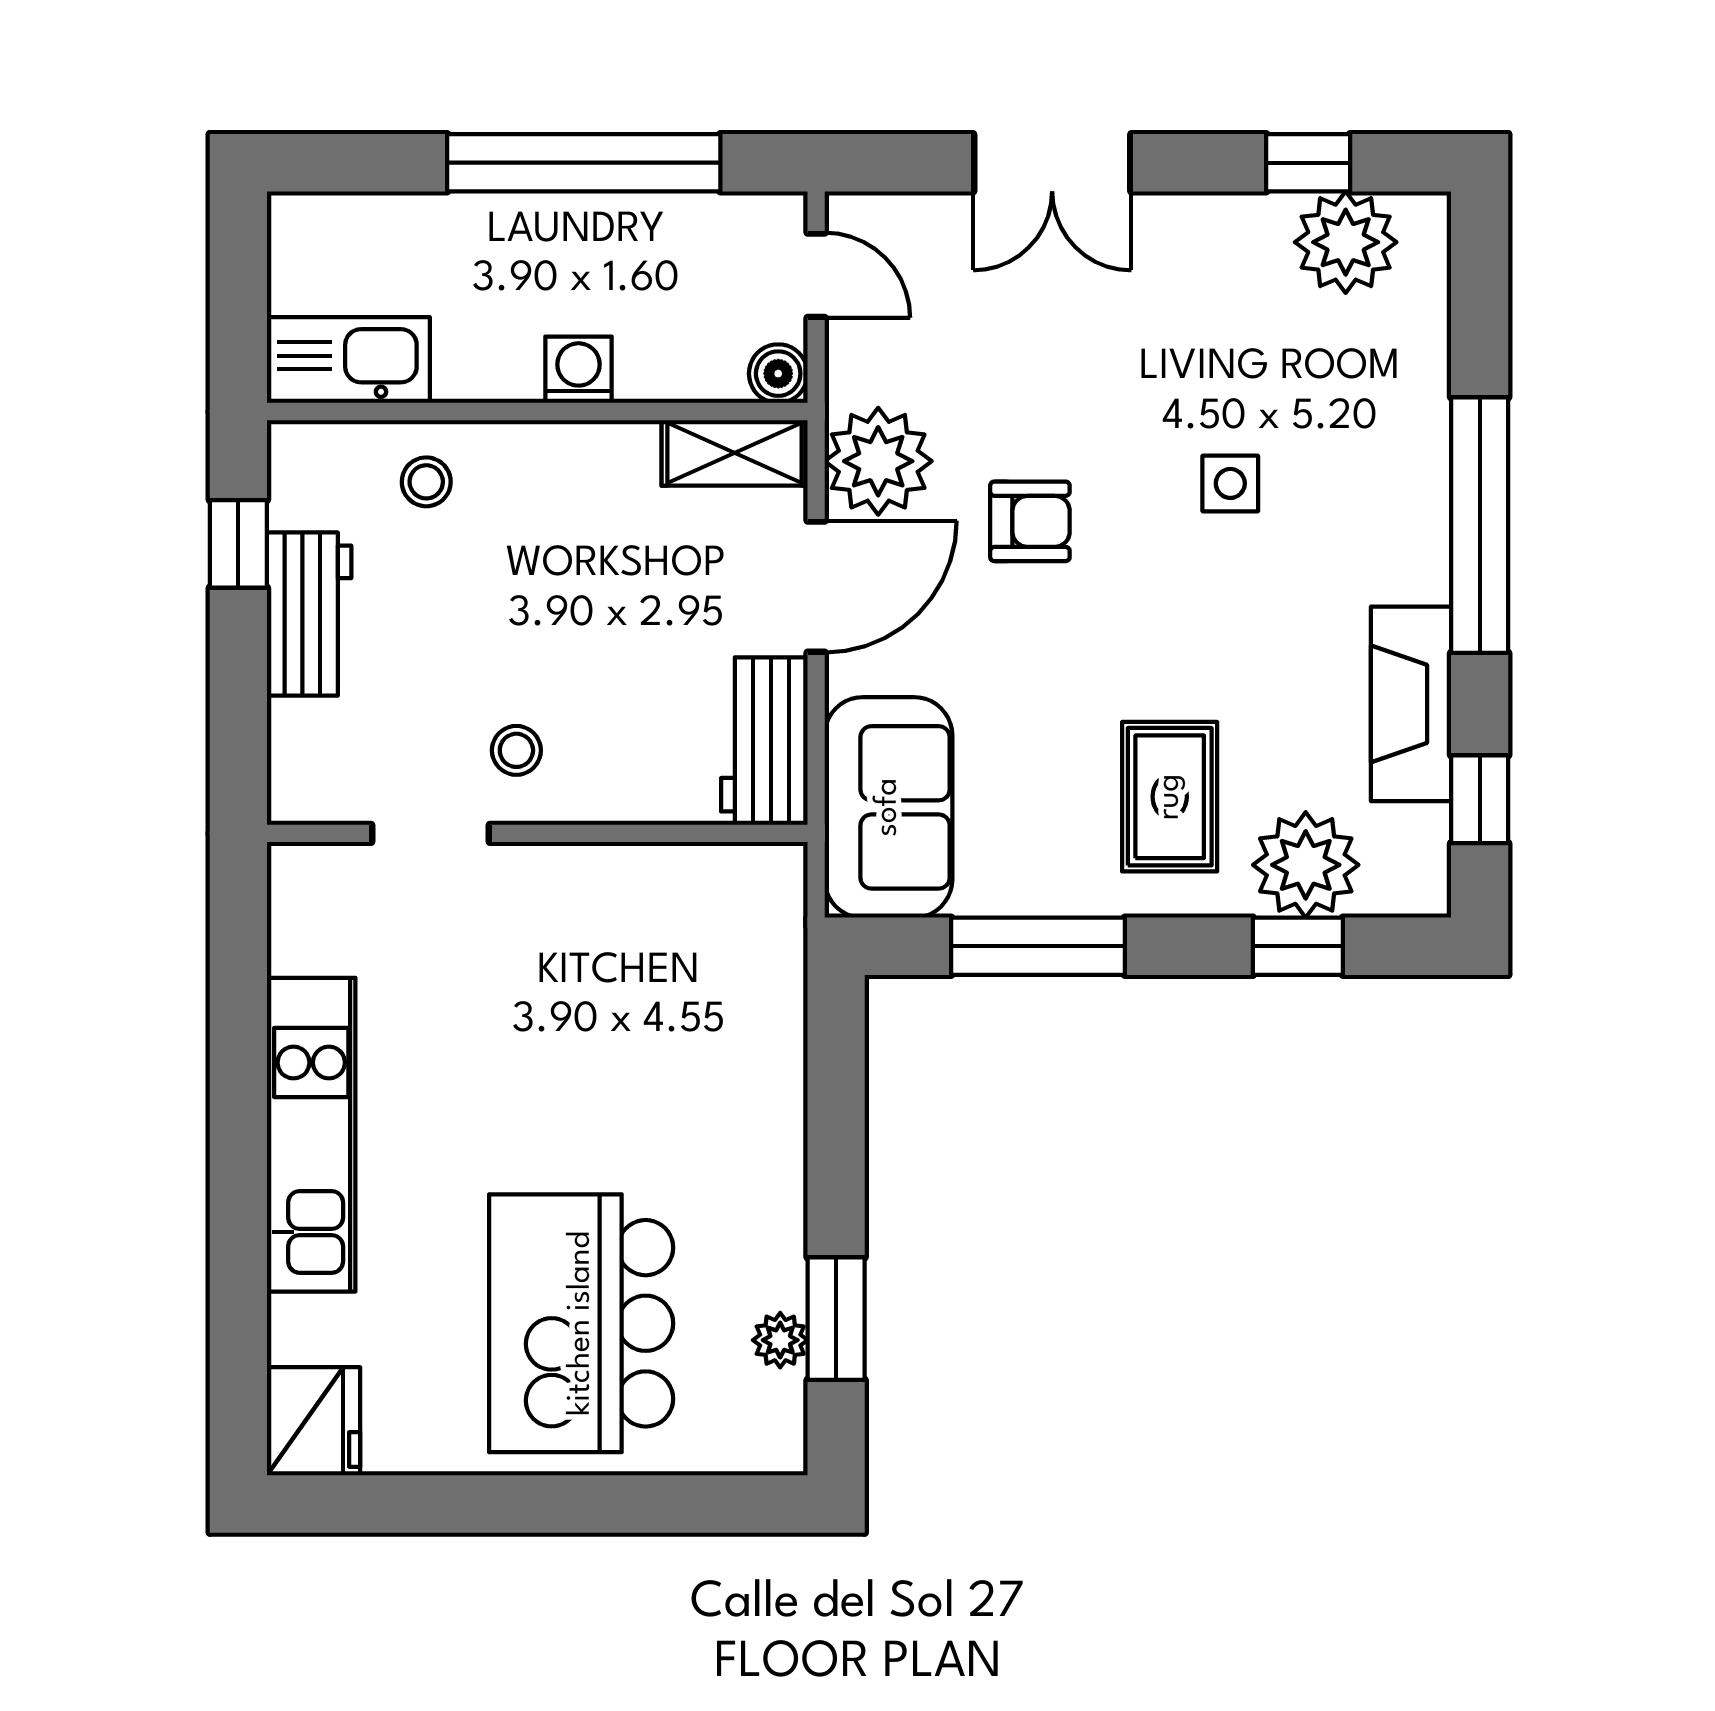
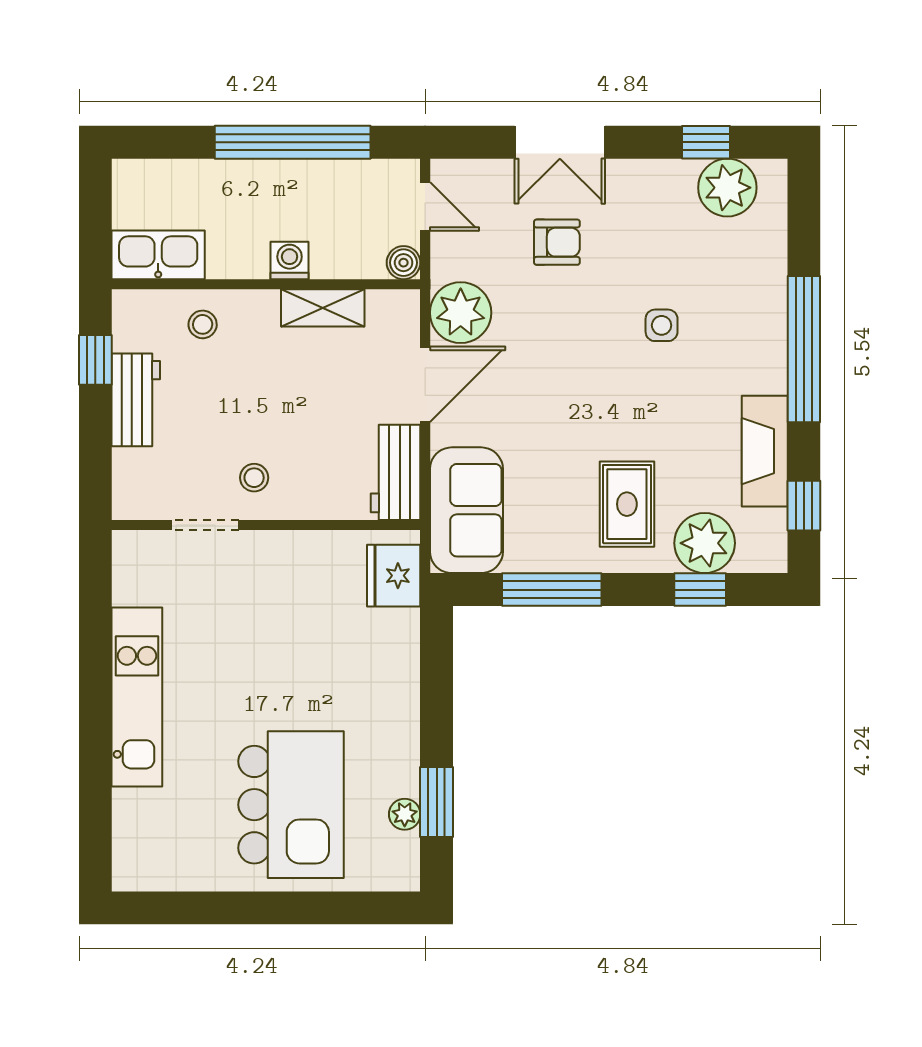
shelving: (735, 453) -> (323, 308), moved
armchair: (1030, 521) -> (557, 242), moved
kitchen island: (581, 1323) -> (291, 805), turned 180
fridge: (314, 1421) -> (394, 576), moved, turned 180

